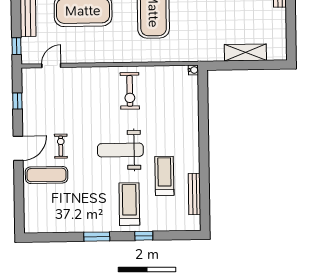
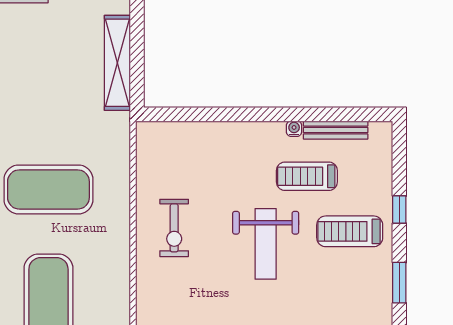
shelving: (245, 52) -> (117, 63), width x1.47
water cooler: (193, 70) -> (294, 129), moved
exercise bike: (130, 91) -> (174, 228), turned 90

